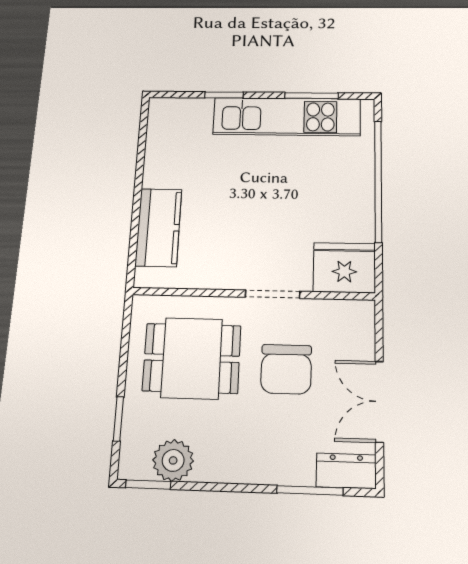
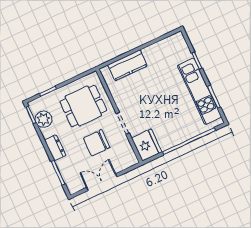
dining table: (192, 358) -> (83, 106), turned 90
dresser: (346, 471) -> (55, 148), moved

